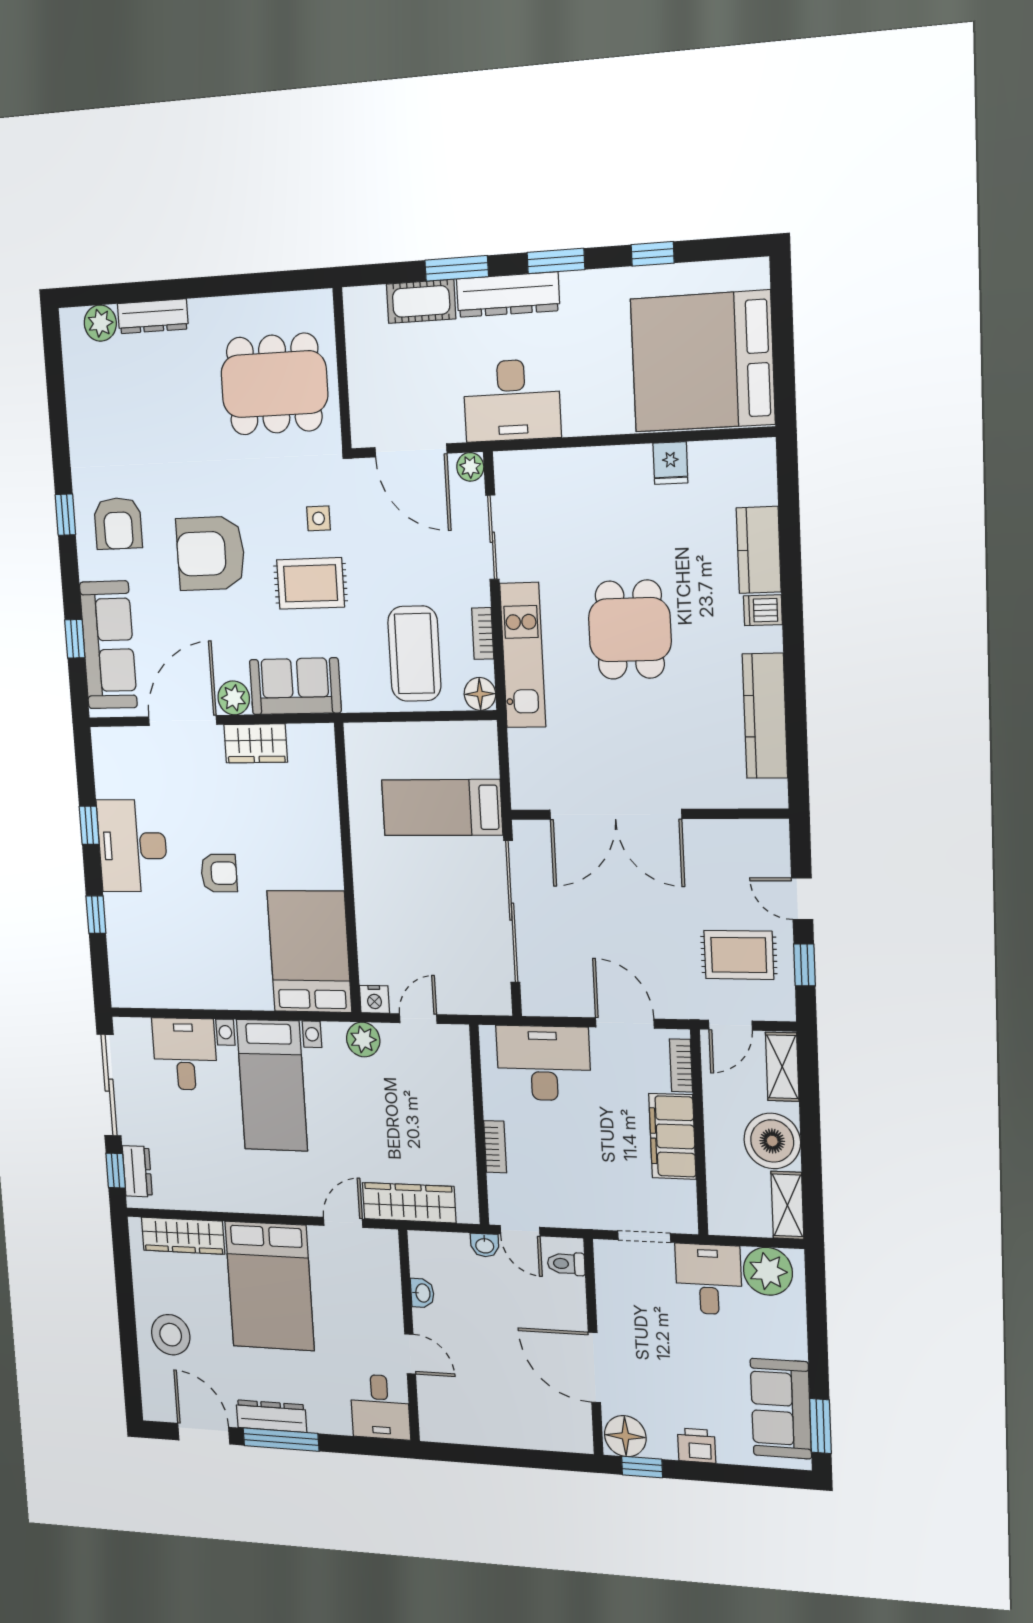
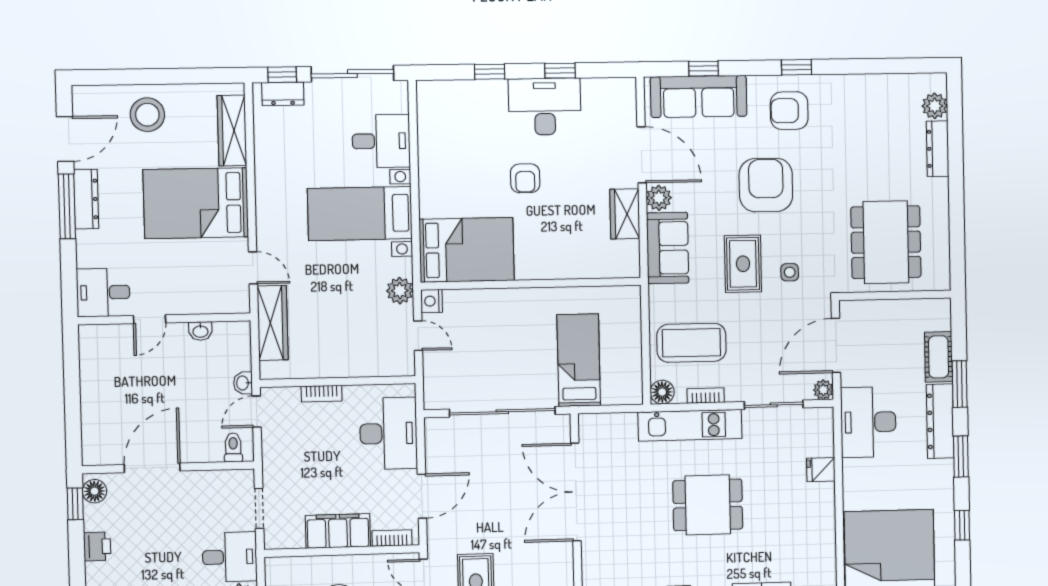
fridge: (670, 463) -> (821, 470), moved
floor lamp: (625, 1436) -> (94, 491), width x0.73, depth x0.73

